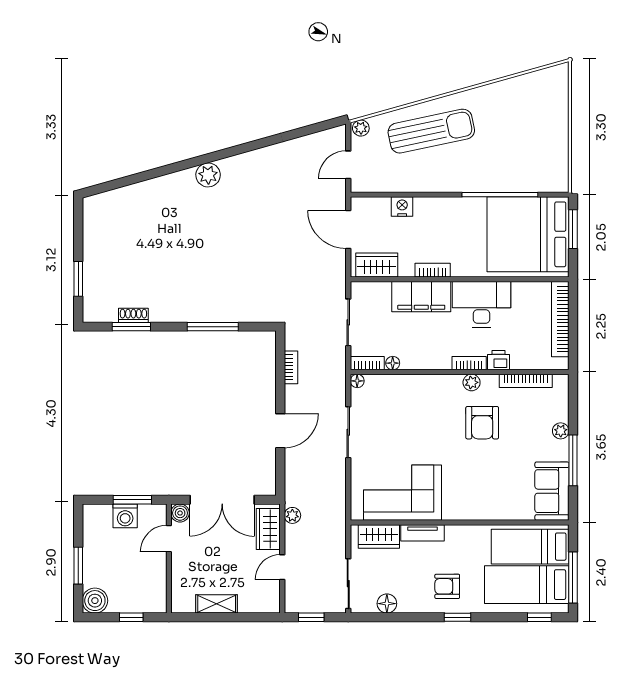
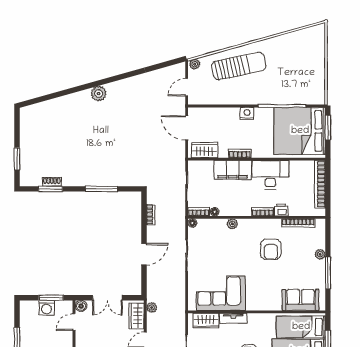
nightstand: (402, 206) -> (247, 113), moved
plant: (472, 382) -> (232, 224), moved
sofa: (552, 491) -> (300, 300), moved, turned 90
double door: (222, 500) -> (107, 298), width x0.73

